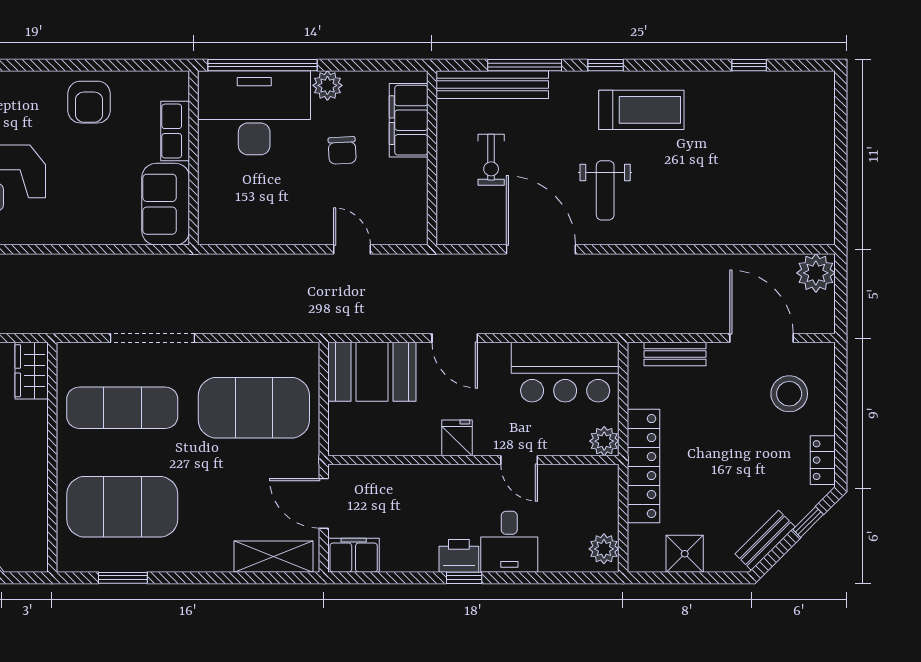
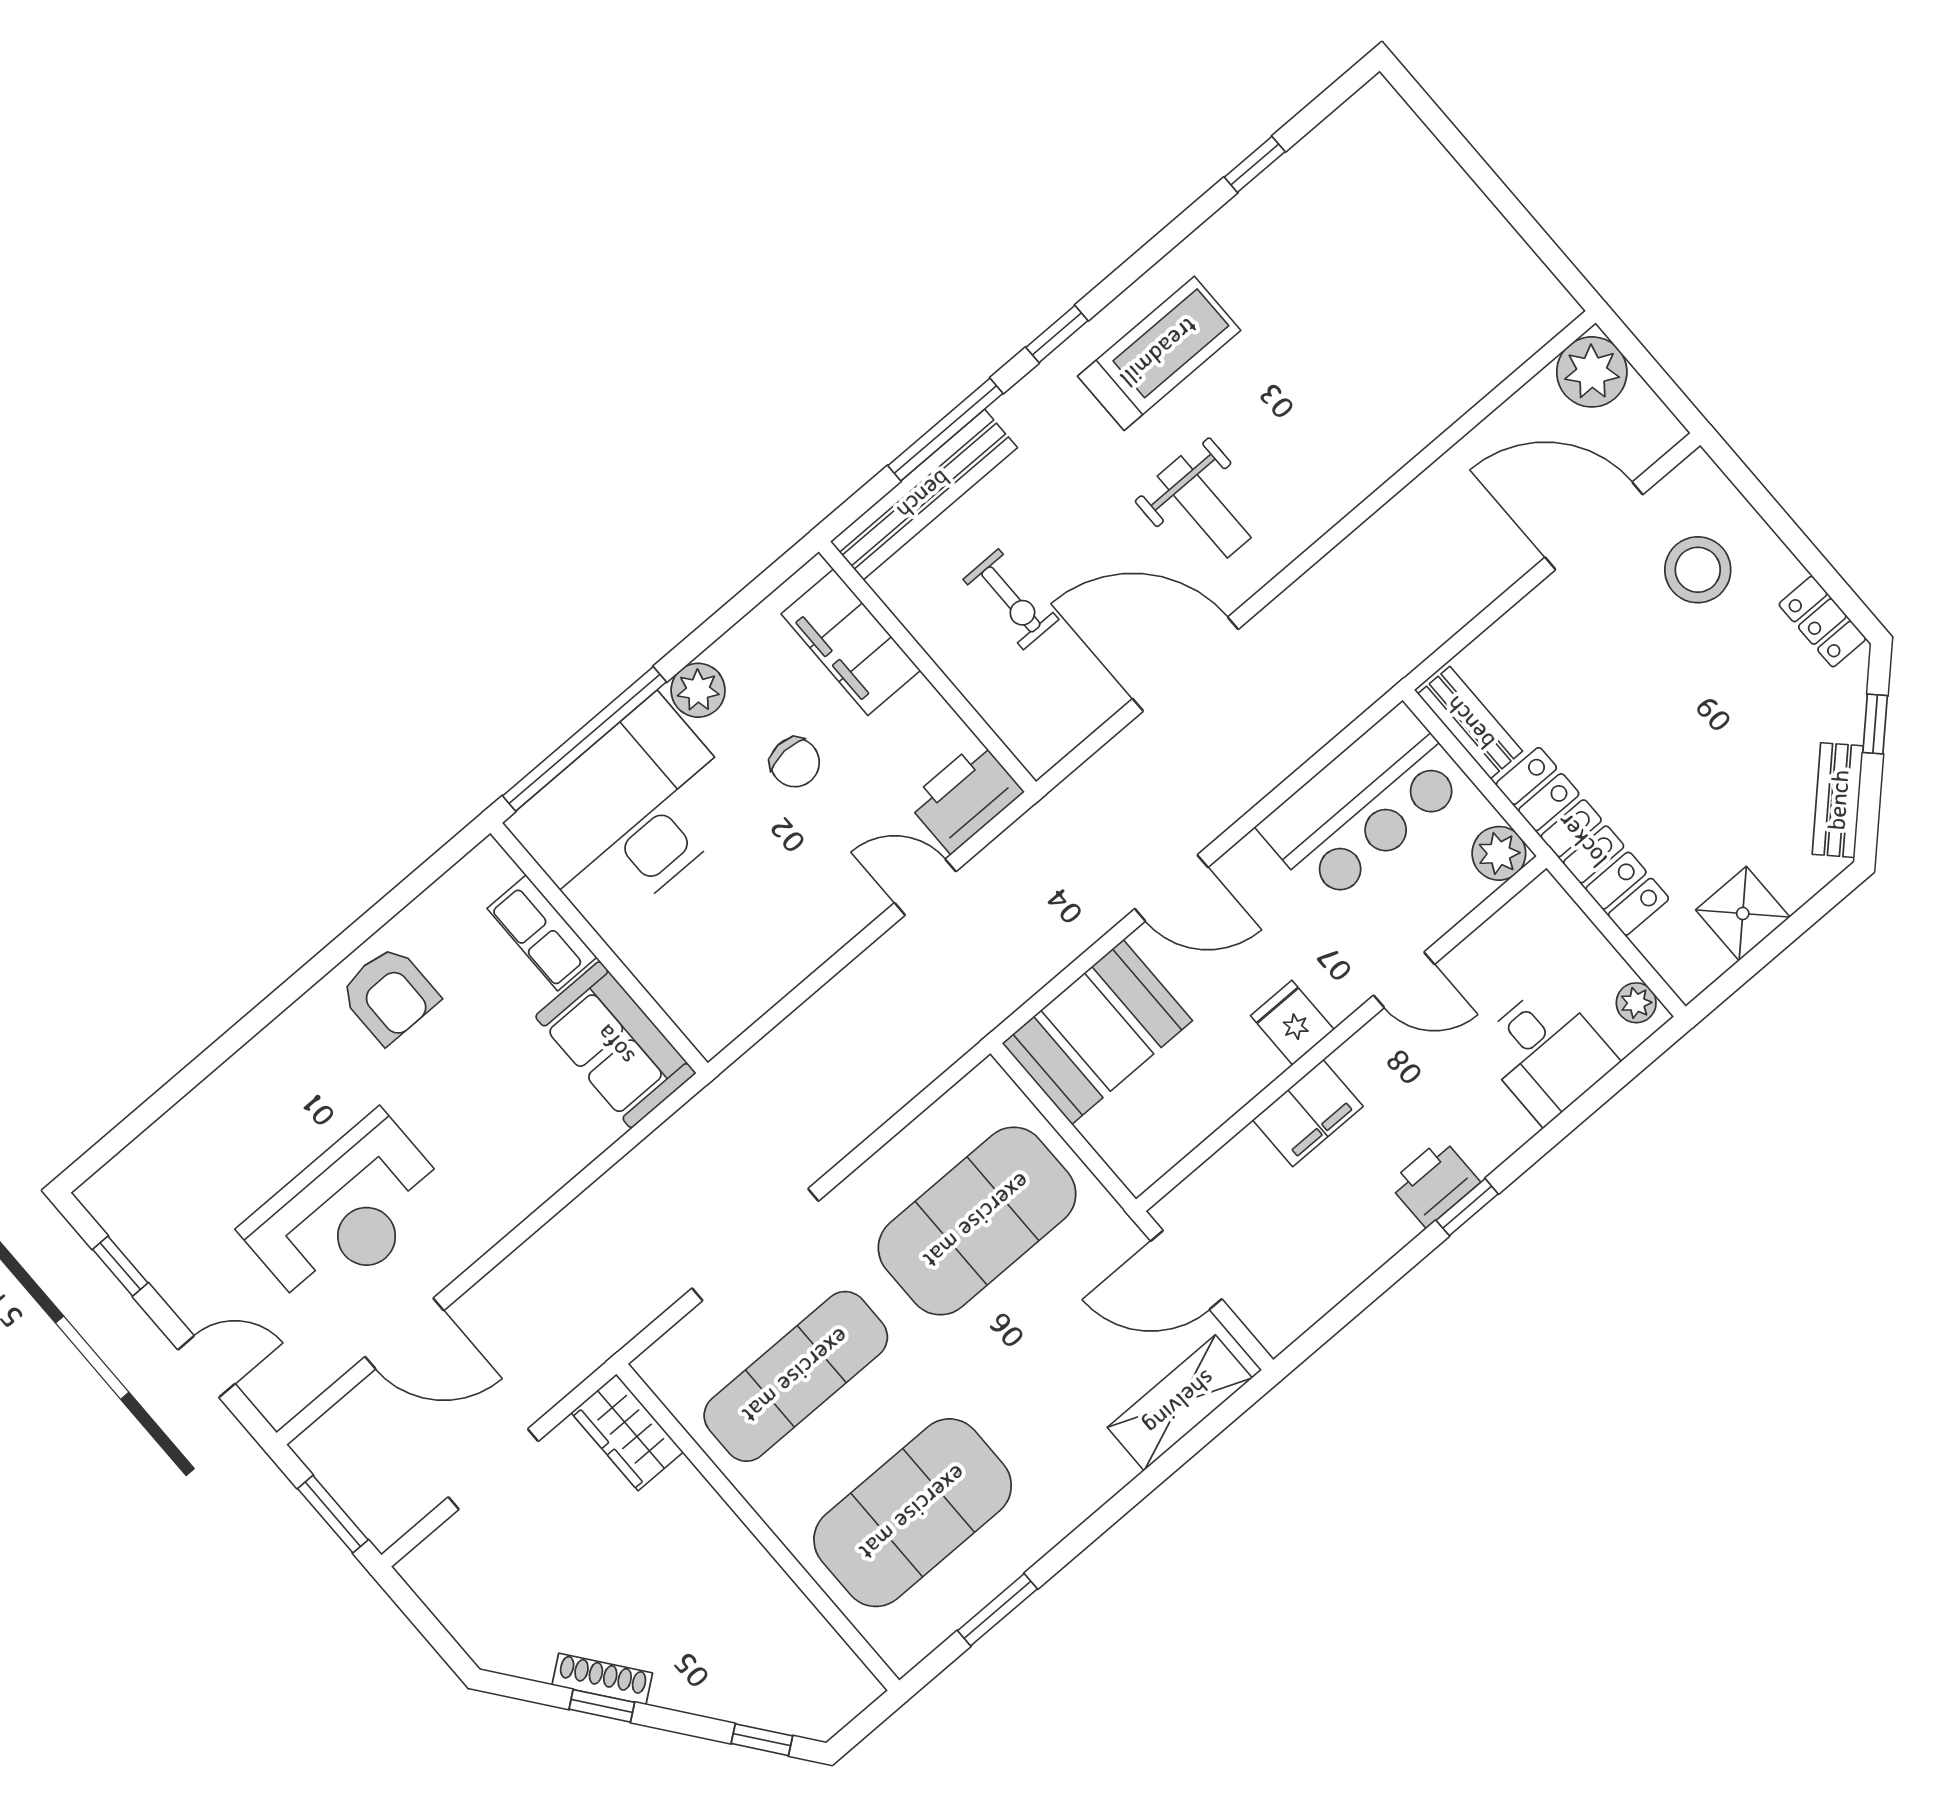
printer: (401, 226) -> (965, 797), added
bench: (675, 354) -> (1470, 723), moved, turned 90
desk: (509, 542) -> (1546, 1053), moved
plant: (604, 549) -> (1636, 1003), width x0.73, depth x0.73
filing cabinet: (354, 555) -> (1308, 1113), moved, turned 180

